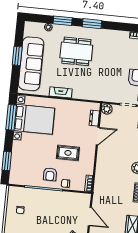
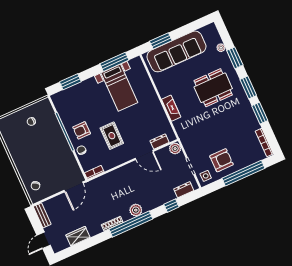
window: (117, 26) -> (260, 113), added
dining table: (76, 51) -> (213, 88), turned 90
window: (17, 56) -> (161, 41), moved
fireplace: (61, 92) -> (171, 108), moved
bed with nightstands: (34, 119) -> (119, 88), width x0.73
door: (90, 217) -> (74, 187), moved

